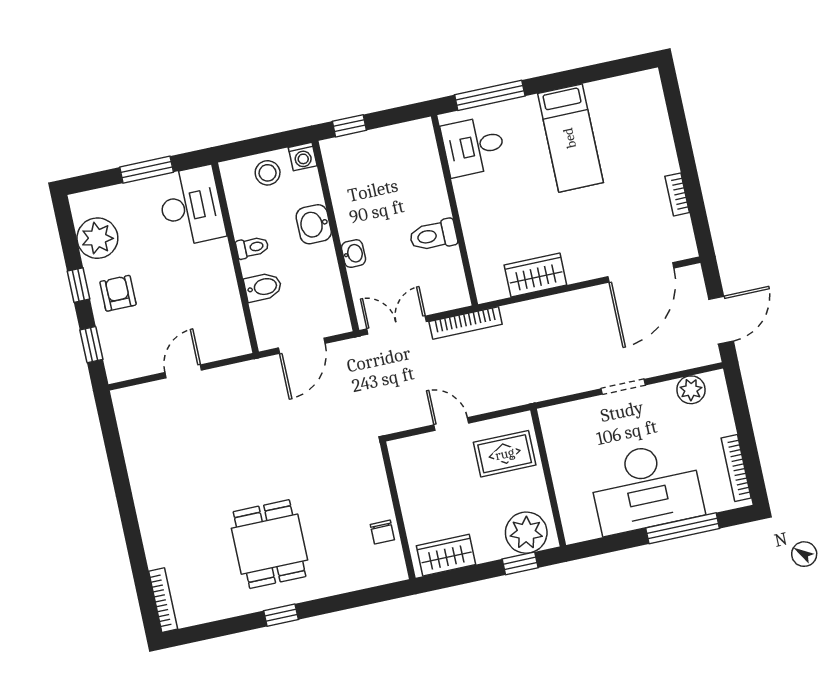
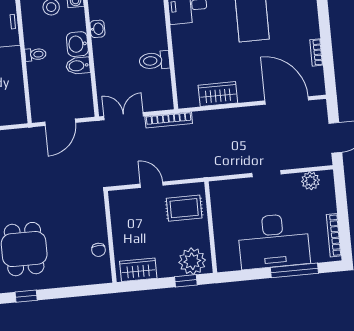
washbasin: (354, 254) -> (97, 29), moved
door: (641, 272) -> (287, 100), swing flipped
bidet: (263, 287) -> (78, 66), moved, turned 180

